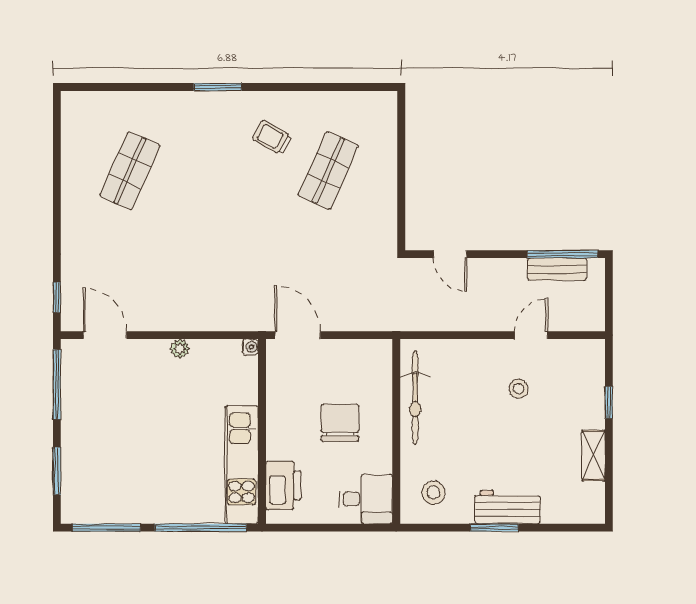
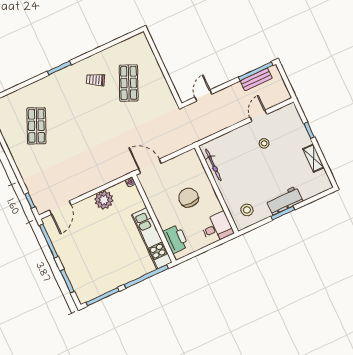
door: (450, 254) -> (203, 96), swing flipped
door: (105, 335) -> (60, 208), swing flipped
plant: (180, 349) -> (104, 200), width x1.88, depth x1.88
bicycle: (415, 398) -> (213, 165), width x0.73, depth x0.71

